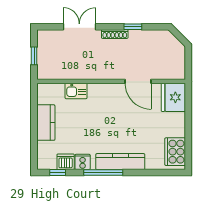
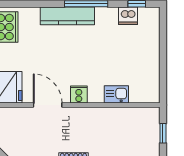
kitchen counter: (46, 123) -> (150, 59), removed
cooker: (83, 162) -> (79, 94), moved, turned 180

